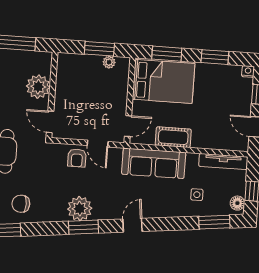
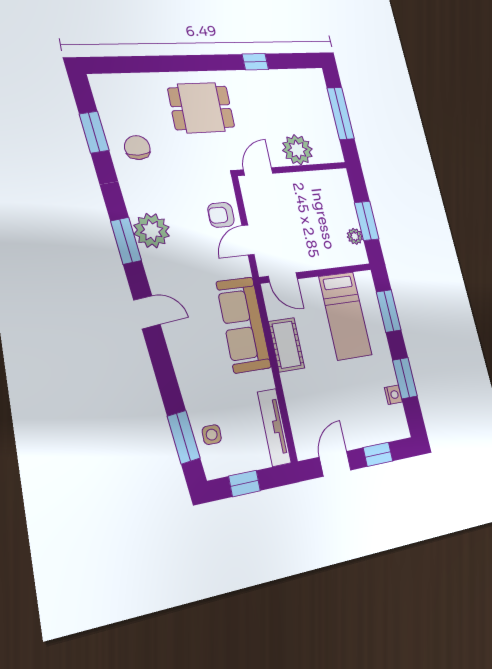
nightstand: (248, 71) -> (393, 395), moved
bed: (164, 81) -> (345, 316), width x0.67
side table: (197, 195) -> (212, 435), moved
floor lamp: (237, 203) -> (221, 466), removed

